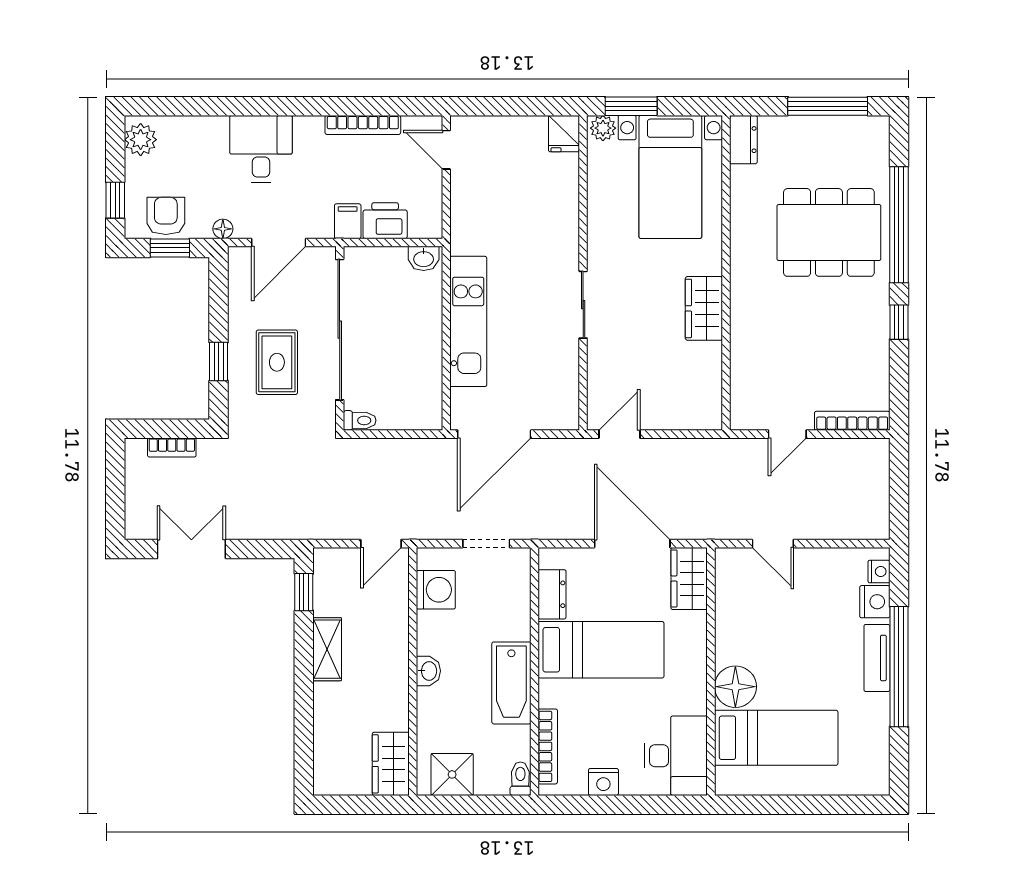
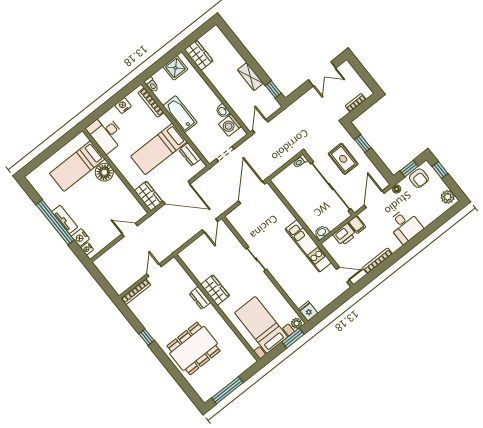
dresser: (743, 140) -> (200, 298), moved
window: (899, 225) -> (172, 370), removed
kitchen unit: (468, 321) -> (308, 246), moved
washbasin: (428, 671) -> (223, 111), moved

